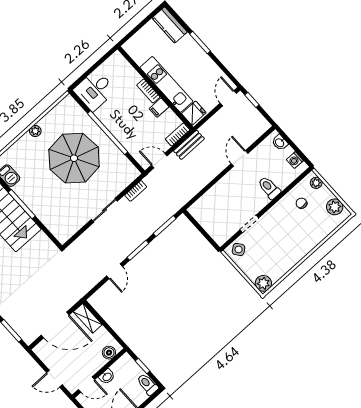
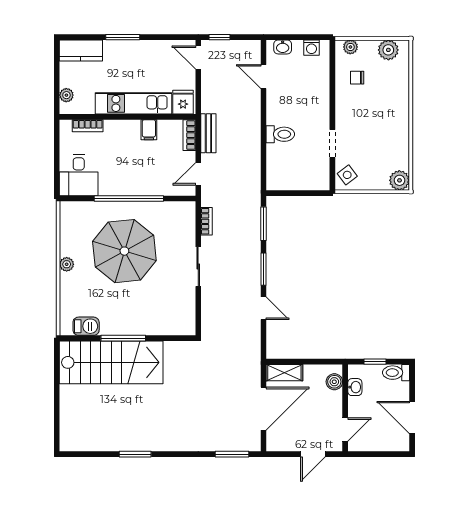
plant: (135, 40) -> (66, 95), added
bookcase: (148, 91) -> (88, 126), moved
door: (240, 158) -> (264, 77), moved
toilet: (269, 188) -> (280, 134), moved, turned 180
washbasin: (107, 377) -> (355, 387), moved

